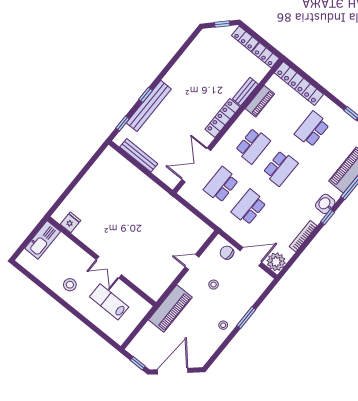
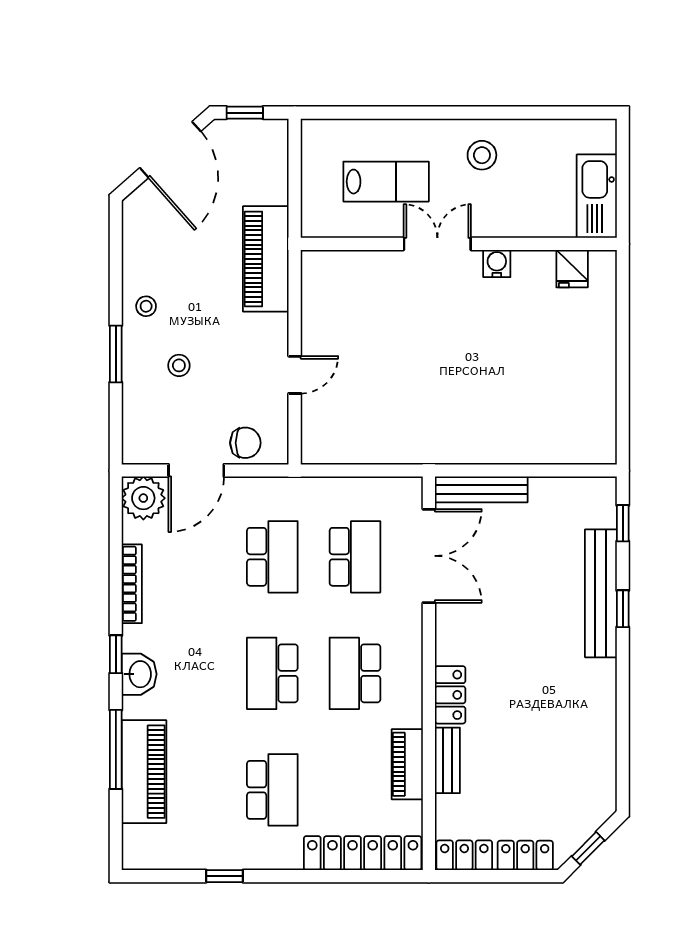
locker: (222, 118) -> (450, 695), width x0.66
bench: (139, 155) -> (481, 489), moved
water cooler: (94, 244) -> (497, 263), added
stool: (214, 285) -> (179, 365), moved

